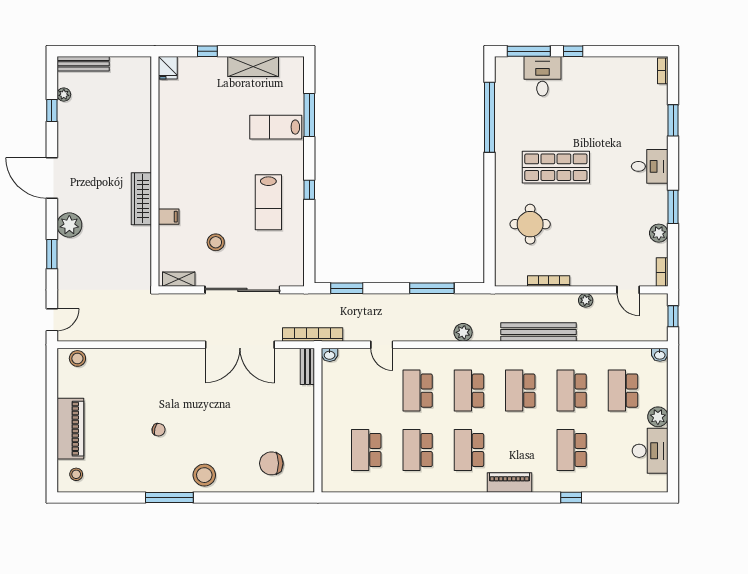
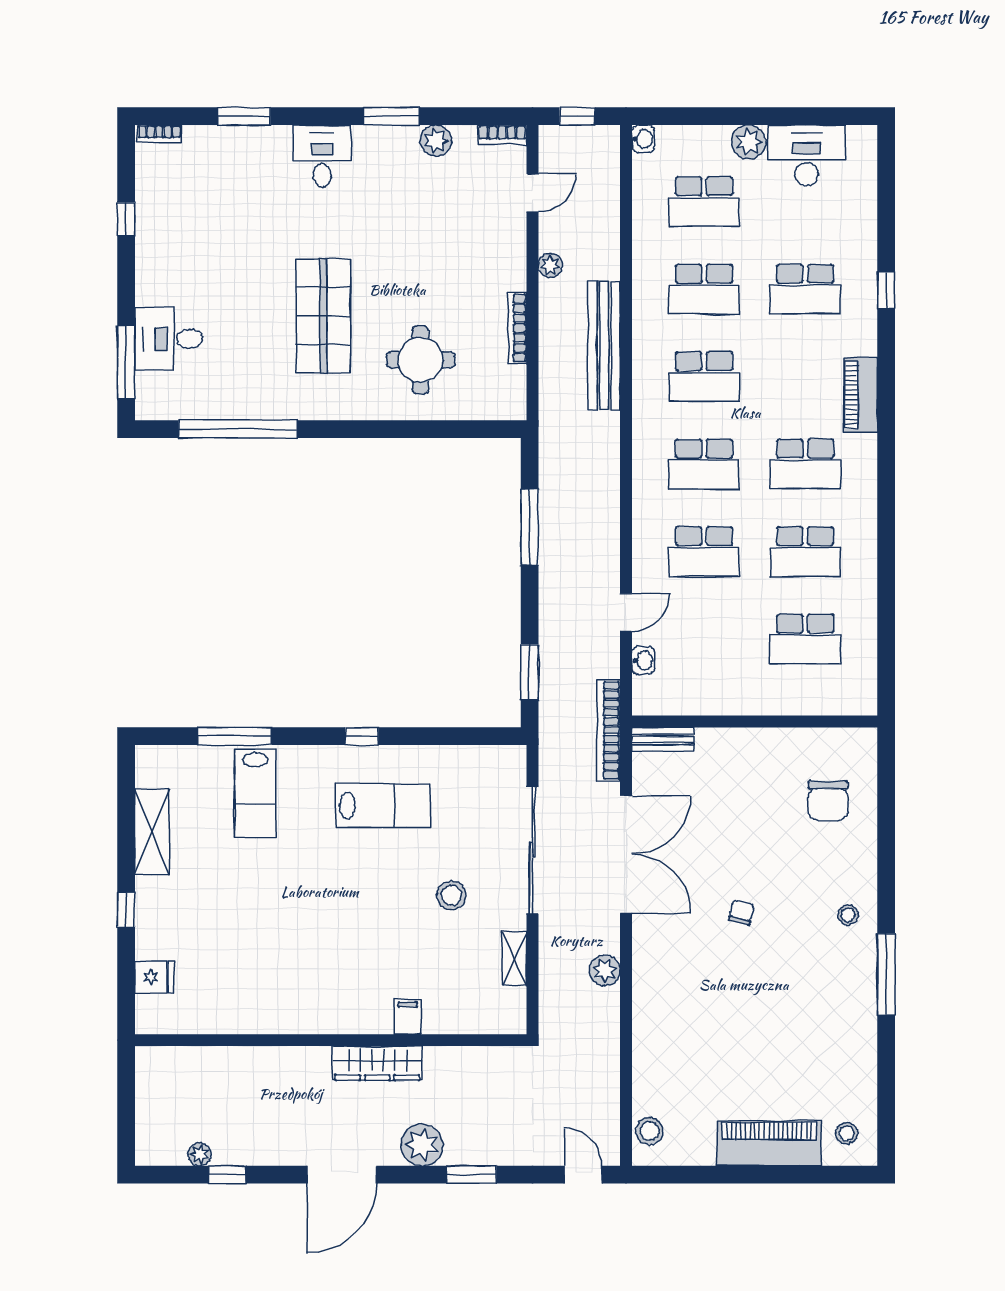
window: (573, 51) -> (126, 219), moved
bench: (83, 64) -> (147, 1121), removed
wall: (155, 171) -> (331, 1040), moved
wardrobe: (141, 199) -> (377, 1063), moved
filing cabinet: (169, 217) -> (408, 1017), moved
plant: (463, 332) -> (605, 970), moved
washbasin: (330, 355) -> (643, 661), moved
chair: (159, 430) -> (741, 912), moved
stool: (204, 475) -> (848, 915), width x0.53, depth x0.53

